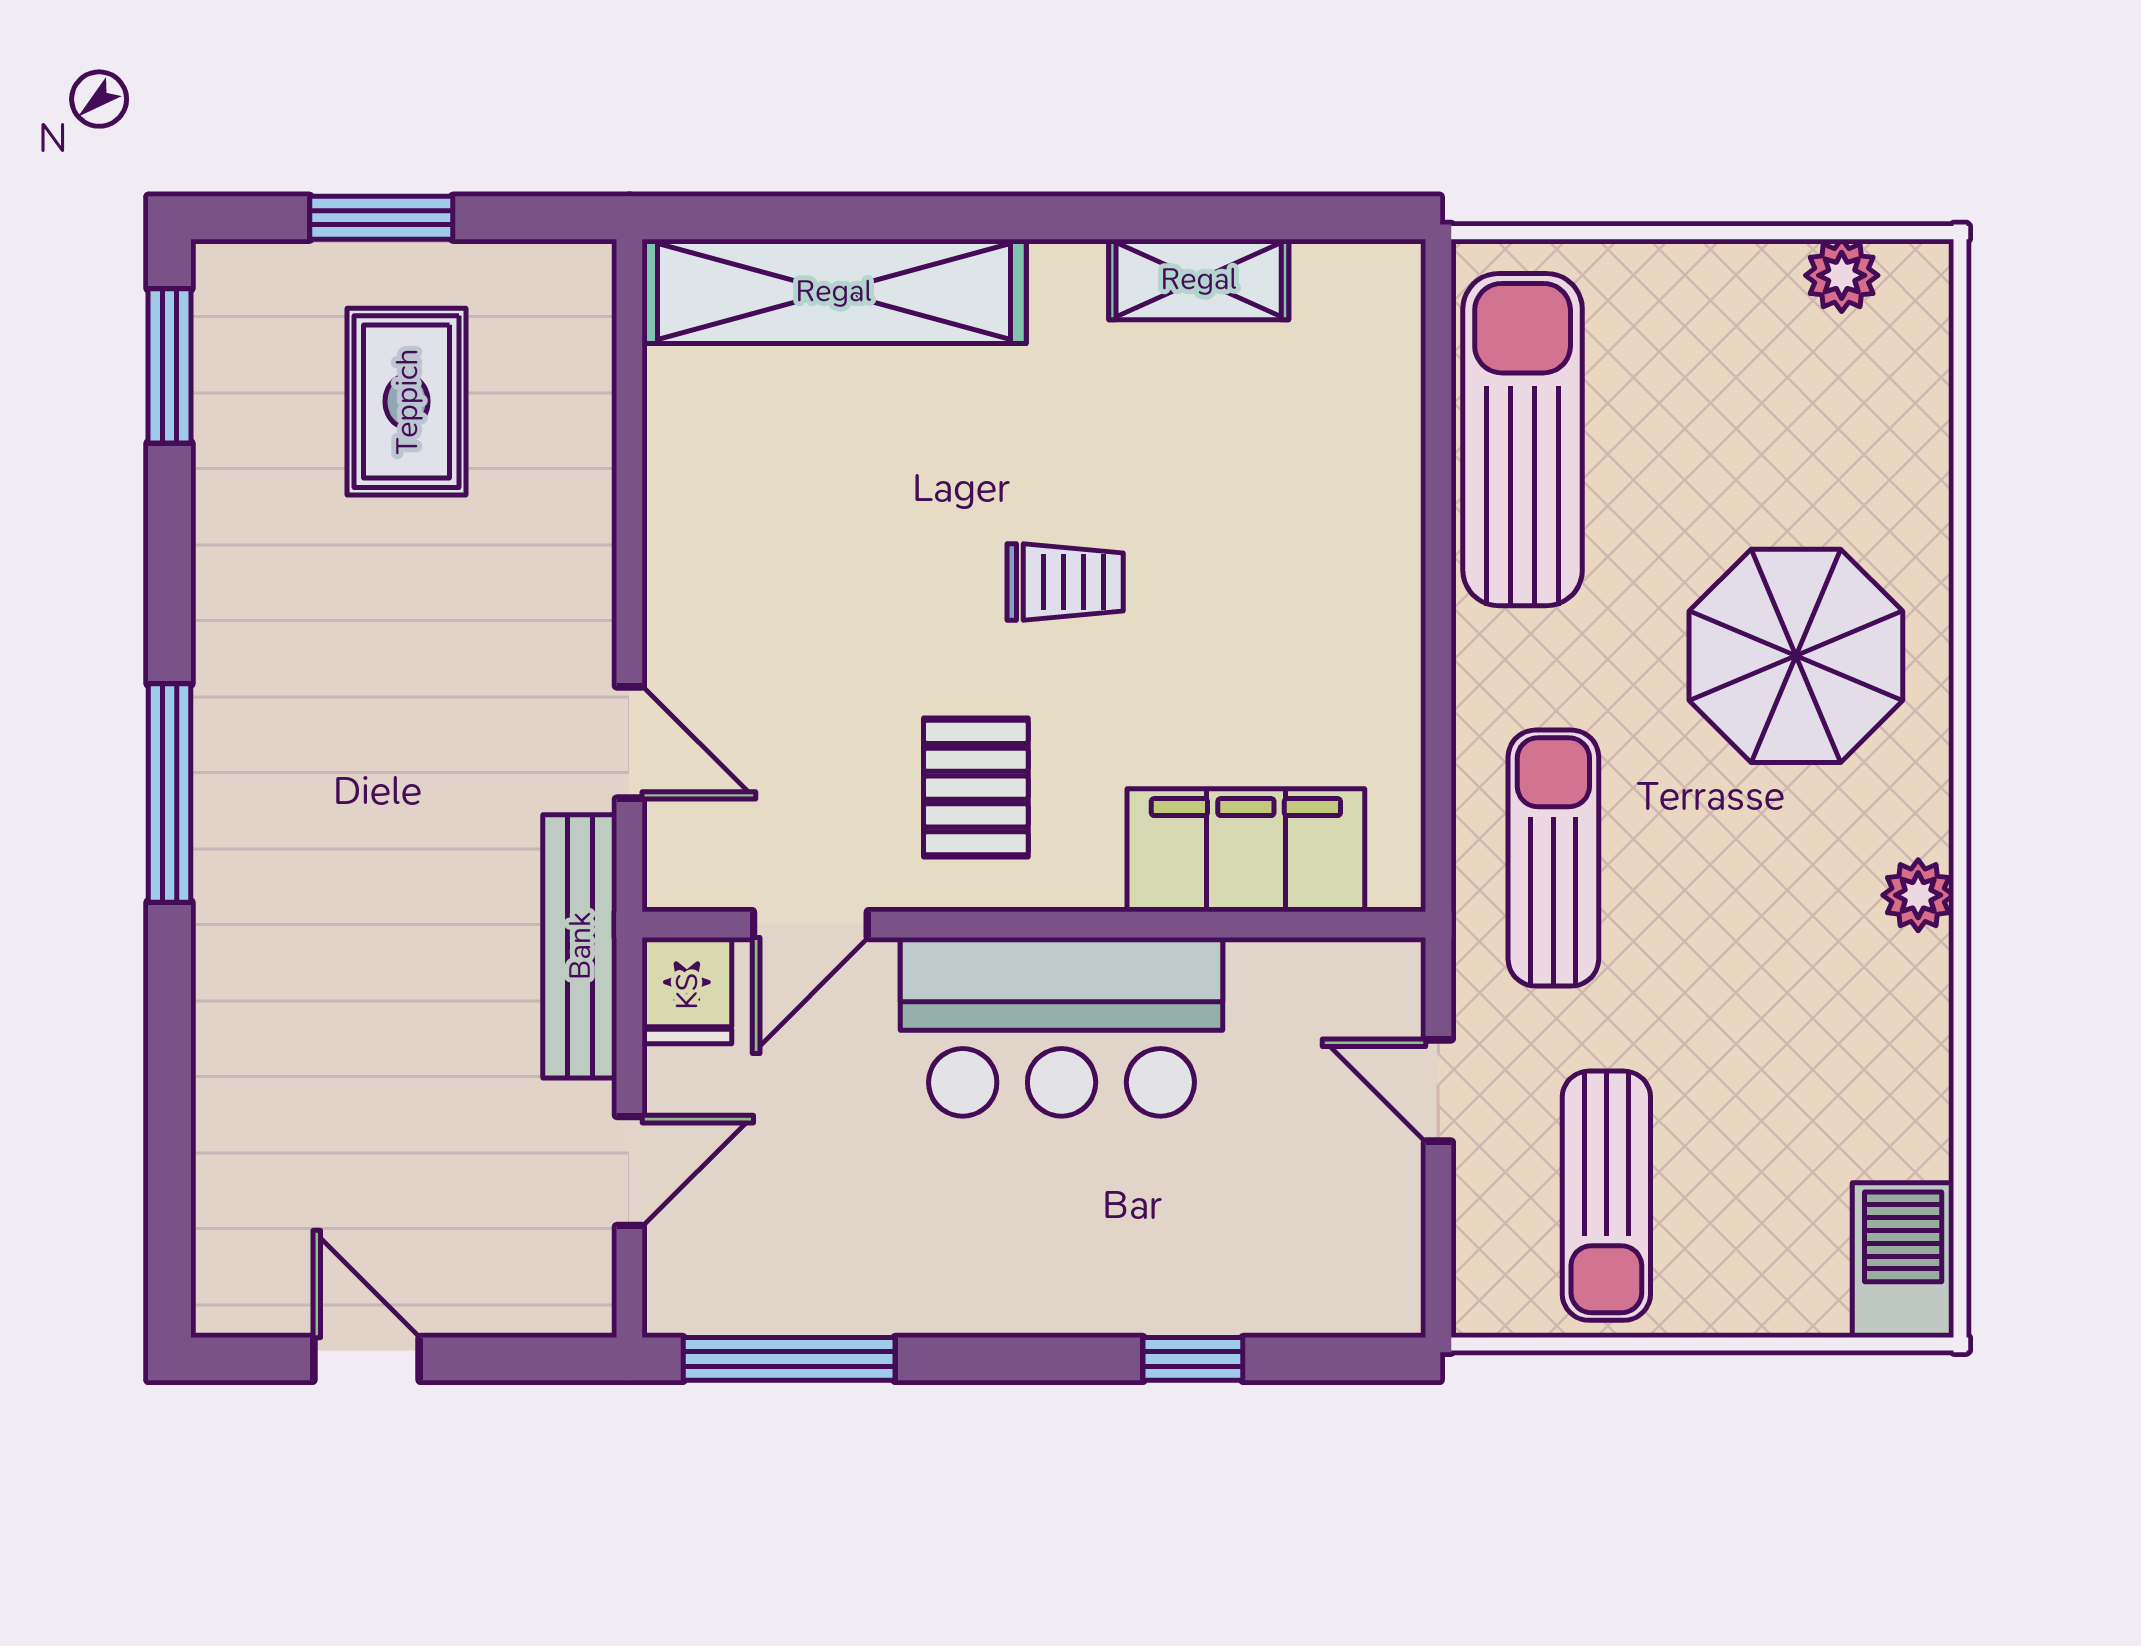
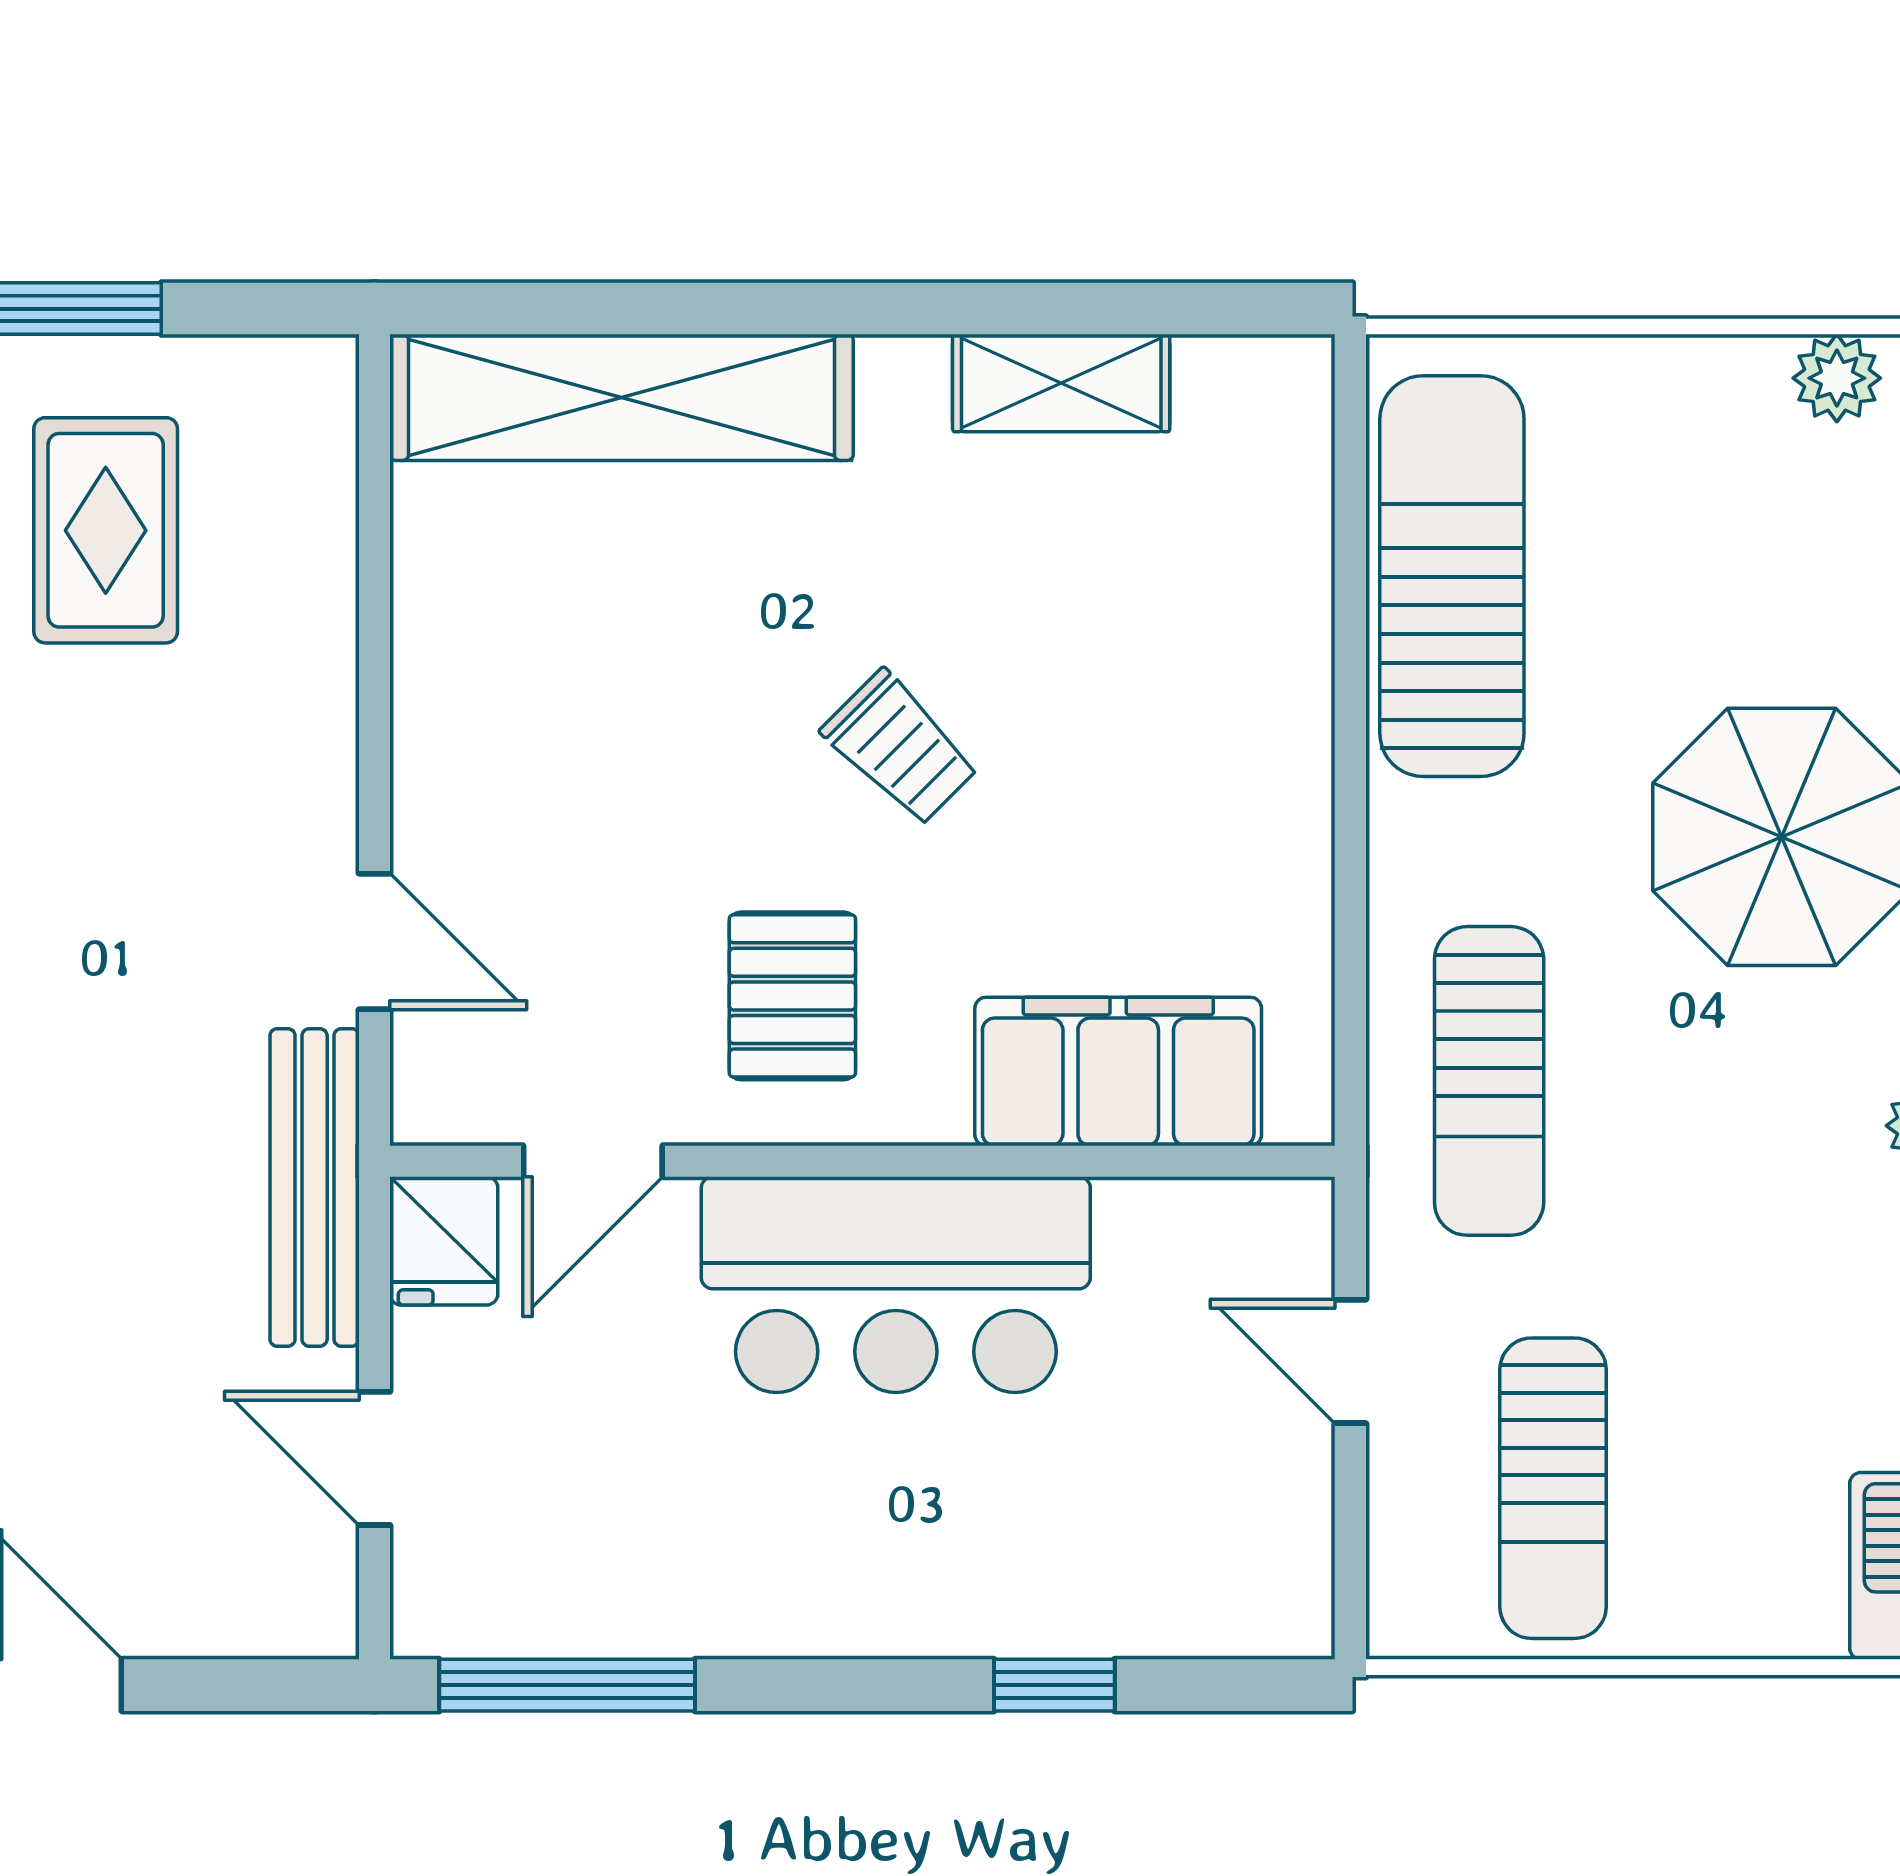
trolley: (1065, 582) -> (900, 748), turned 45
sun lounger: (1553, 858) -> (1489, 1081), turned 180
door: (629, 1171) -> (374, 1458), swing flipped

